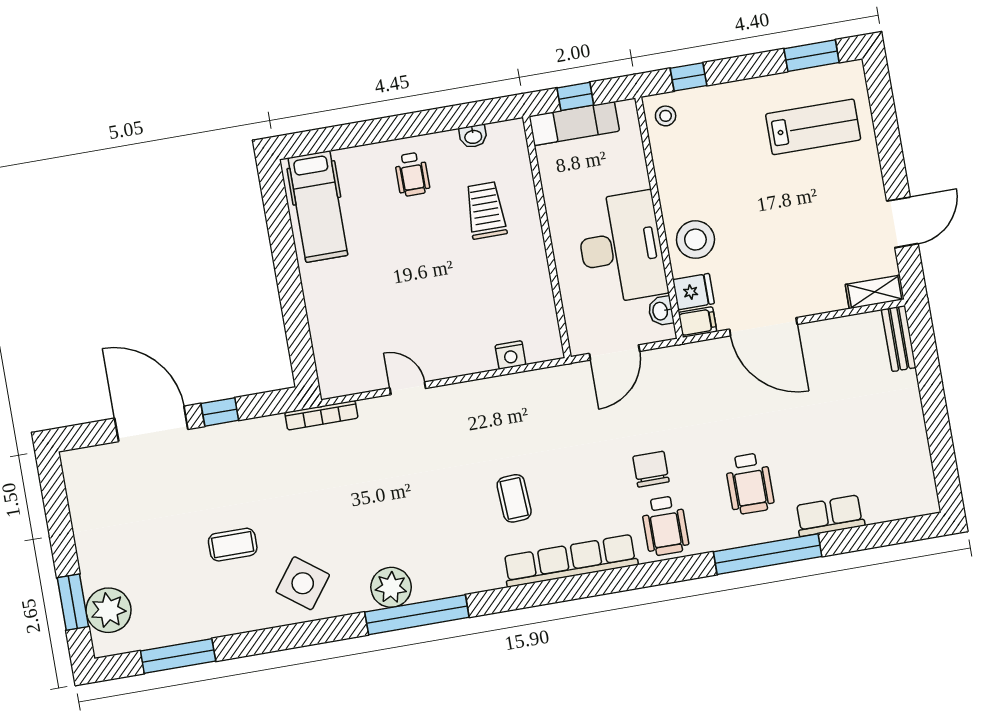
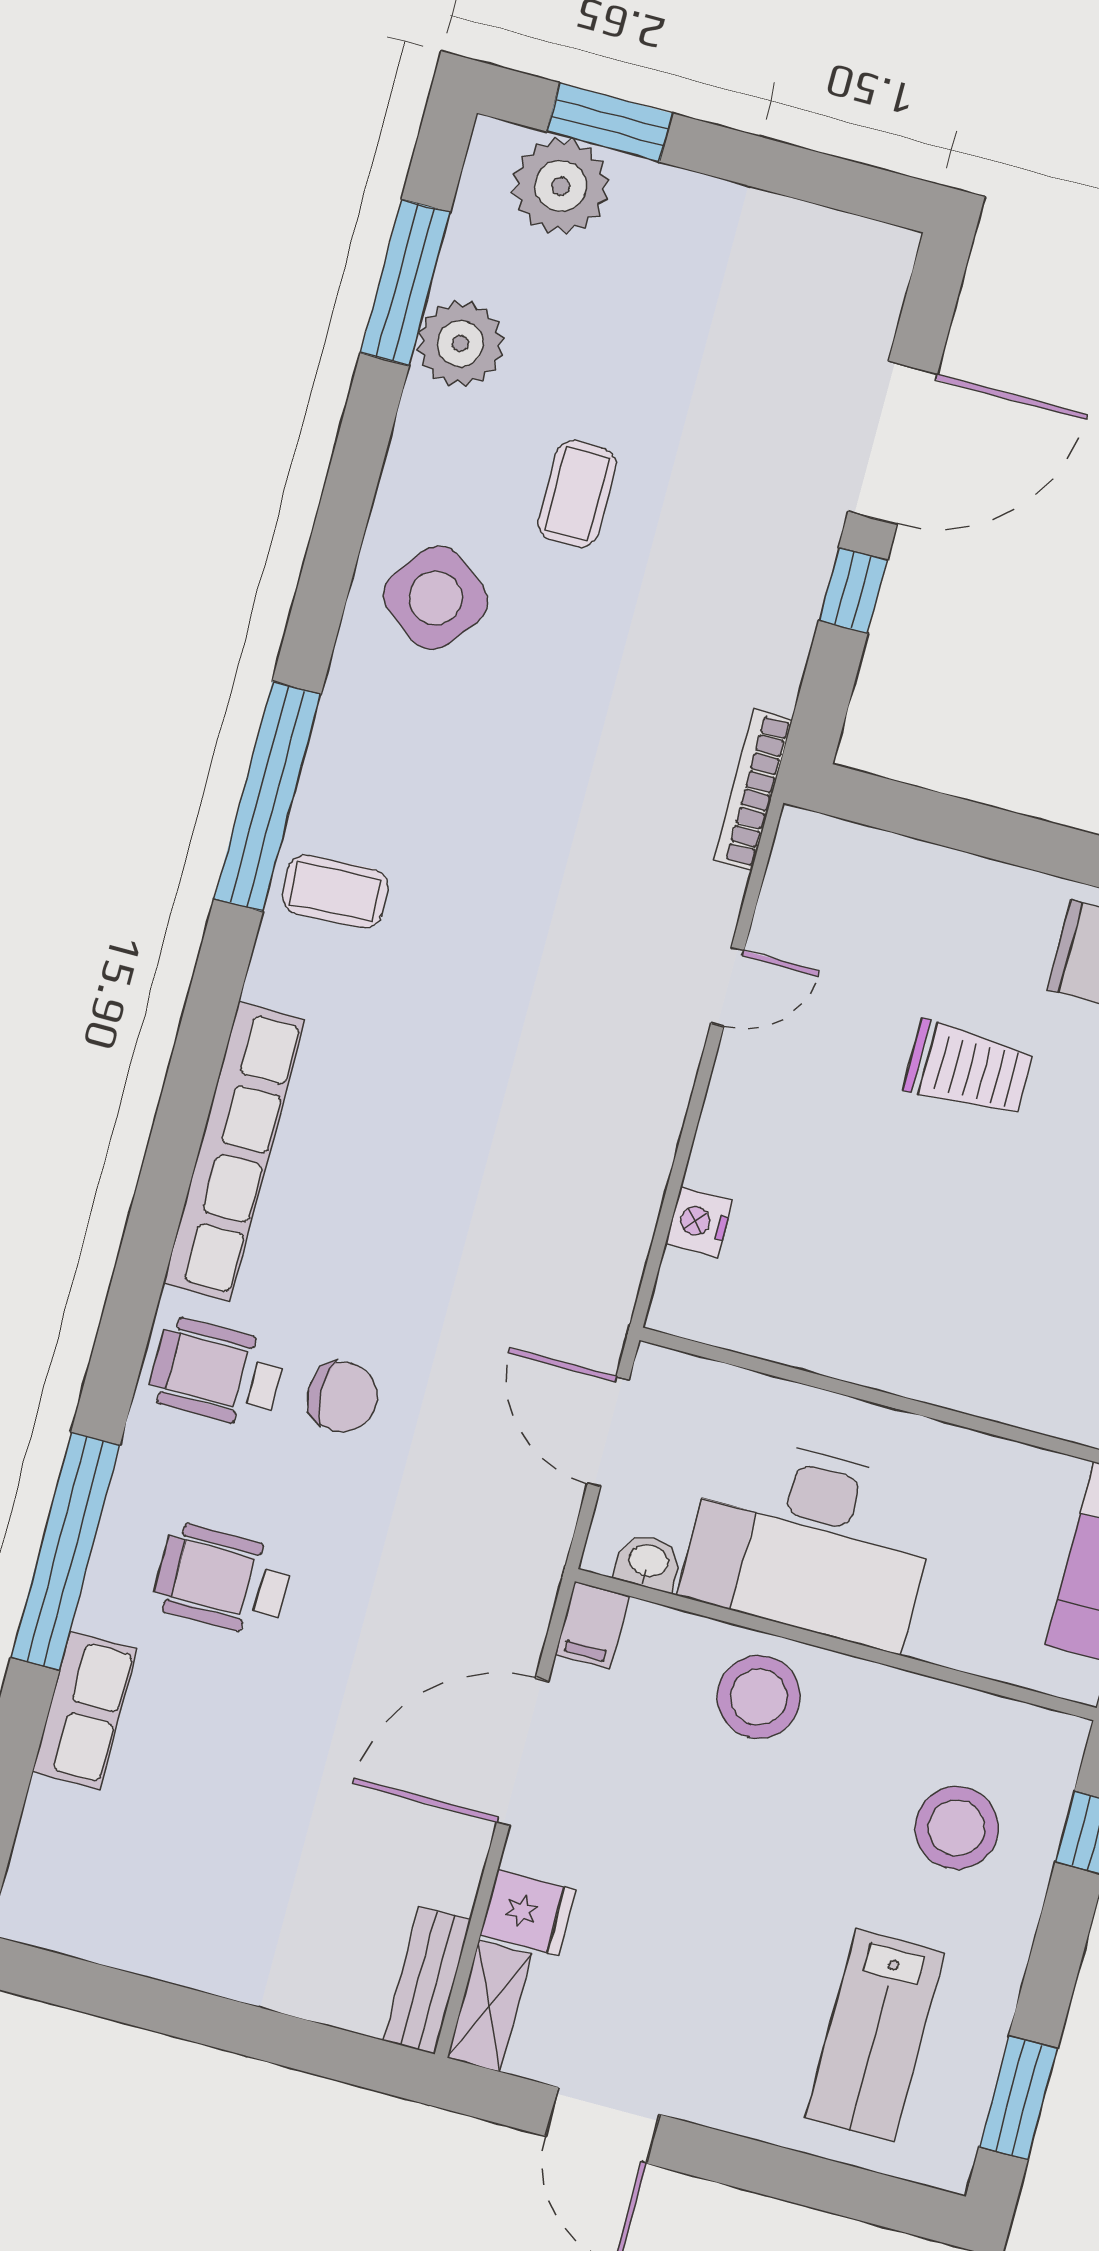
stool: (666, 116) -> (957, 1828), moved, width x1.89, depth x1.89
trolley: (486, 210) -> (969, 1069), moved
fridge: (693, 292) -> (528, 1913), moved, turned -90
bench: (899, 338) -> (427, 1980), moved, turned 90
coffee table: (514, 498) -> (335, 891), moved
plant: (391, 587) -> (460, 344), moved

